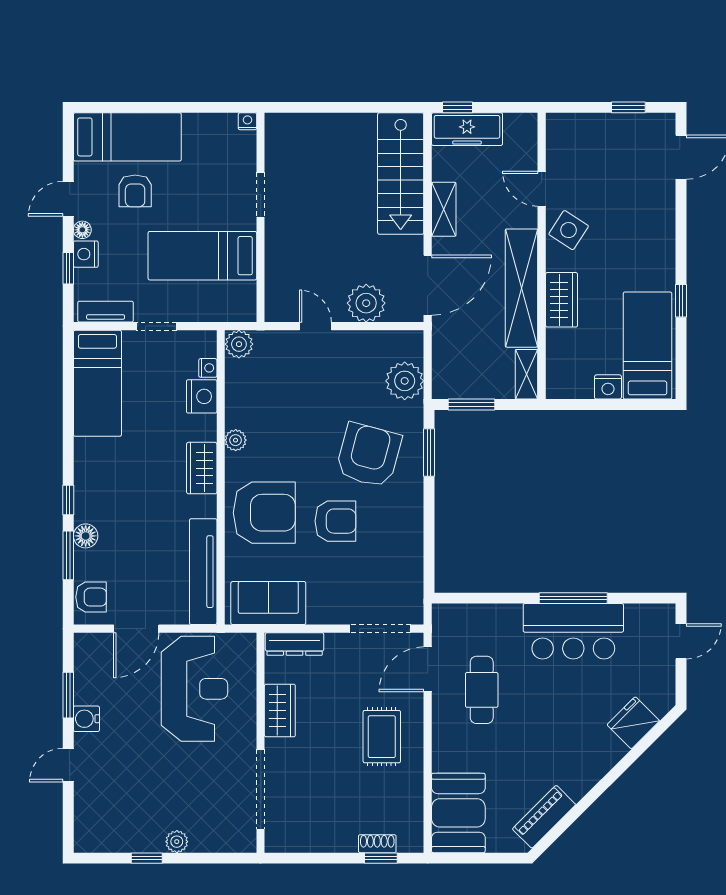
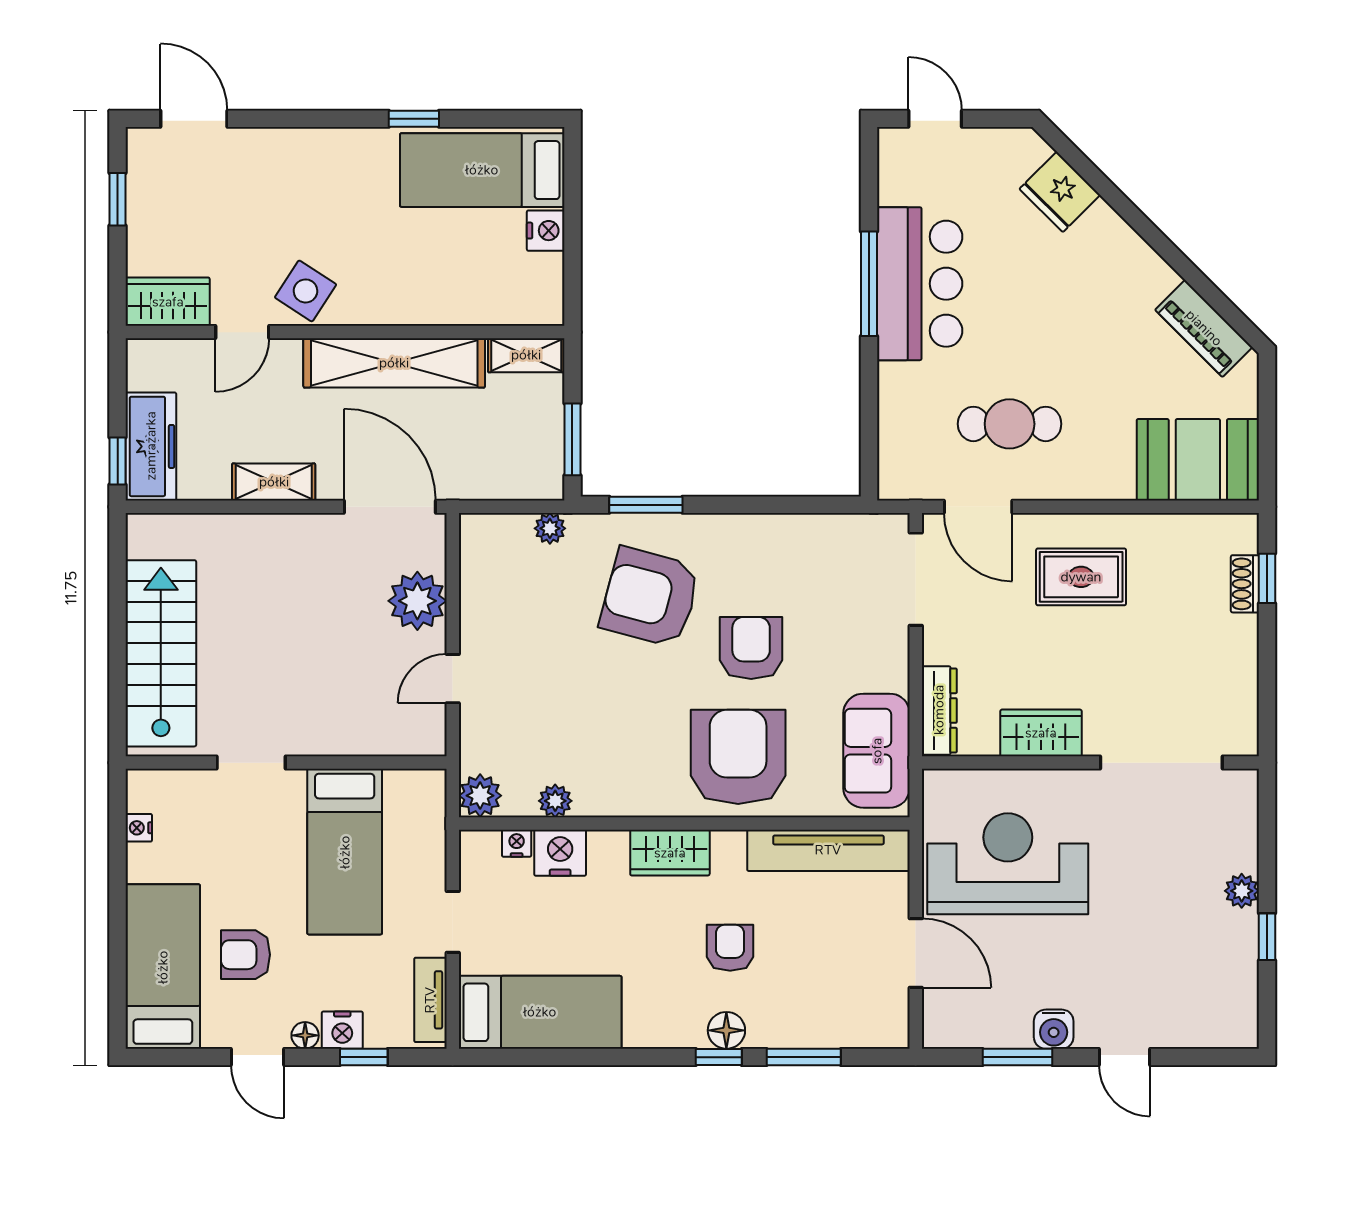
nightstand: (247, 121) -> (139, 828), moved
stairs: (401, 174) -> (161, 653), moved, turned -90
armchair: (135, 191) -> (246, 955), turned 180
wardrobe: (562, 300) -> (168, 302), moved
plant: (405, 381) -> (550, 528), width x0.53, depth x0.53
plant: (236, 440) -> (555, 801), moved
floor lamp: (86, 536) -> (726, 1030), moved
armchair: (91, 597) -> (730, 948), moved

